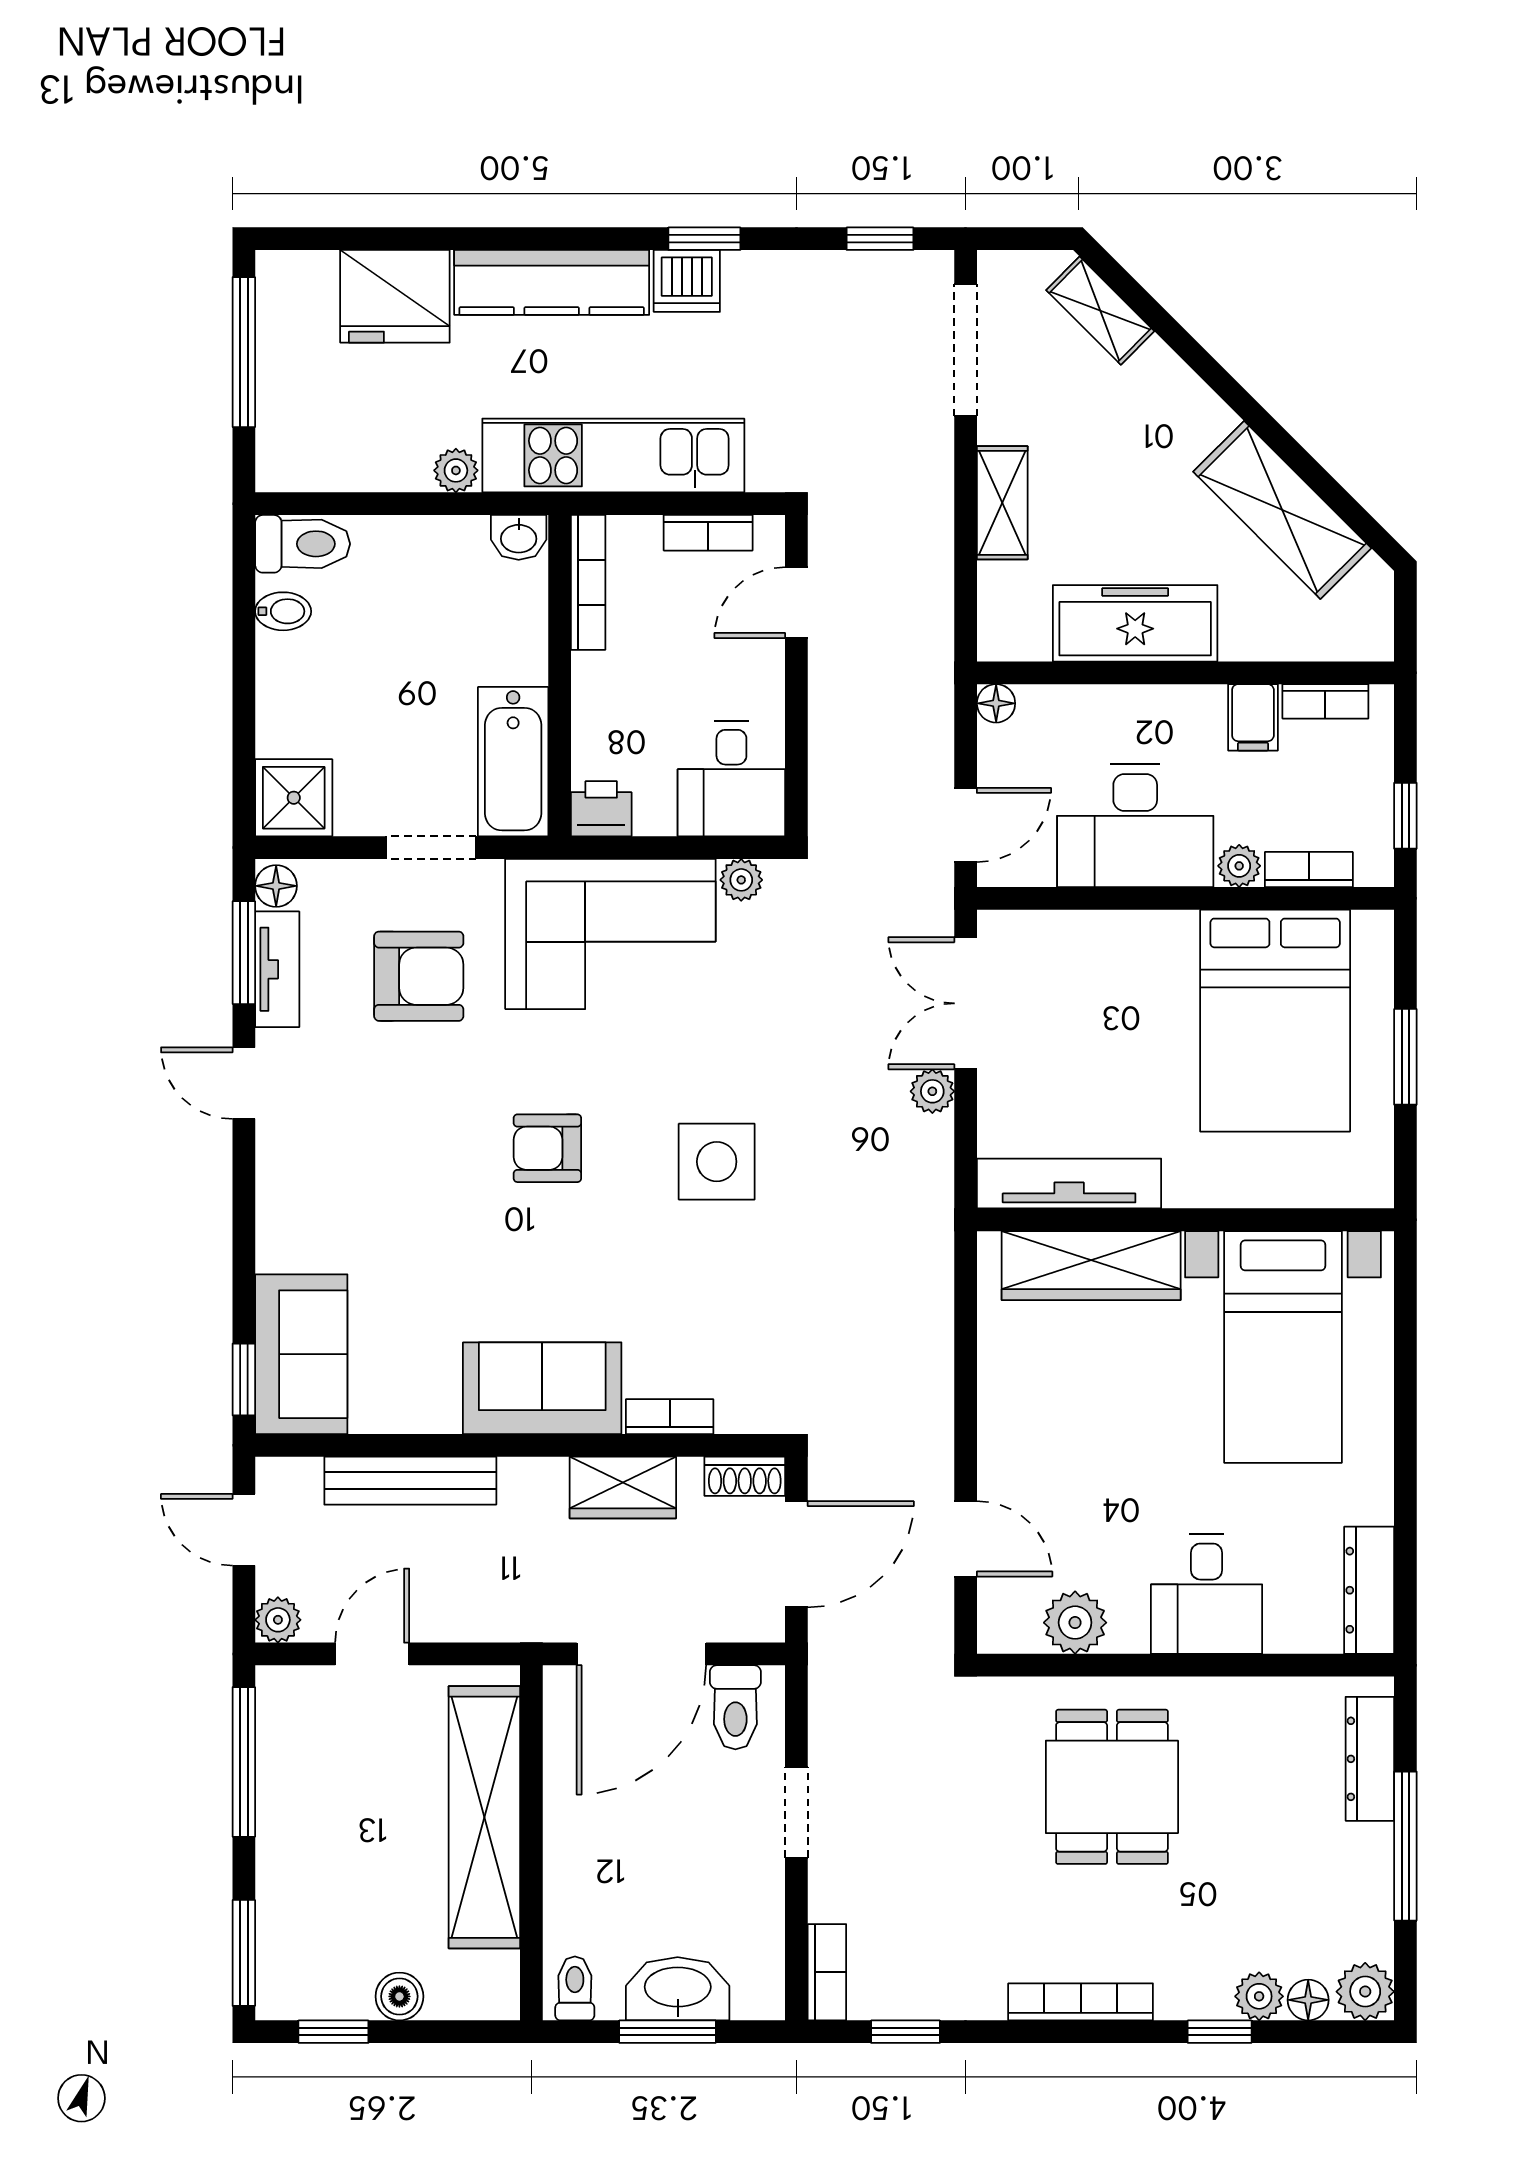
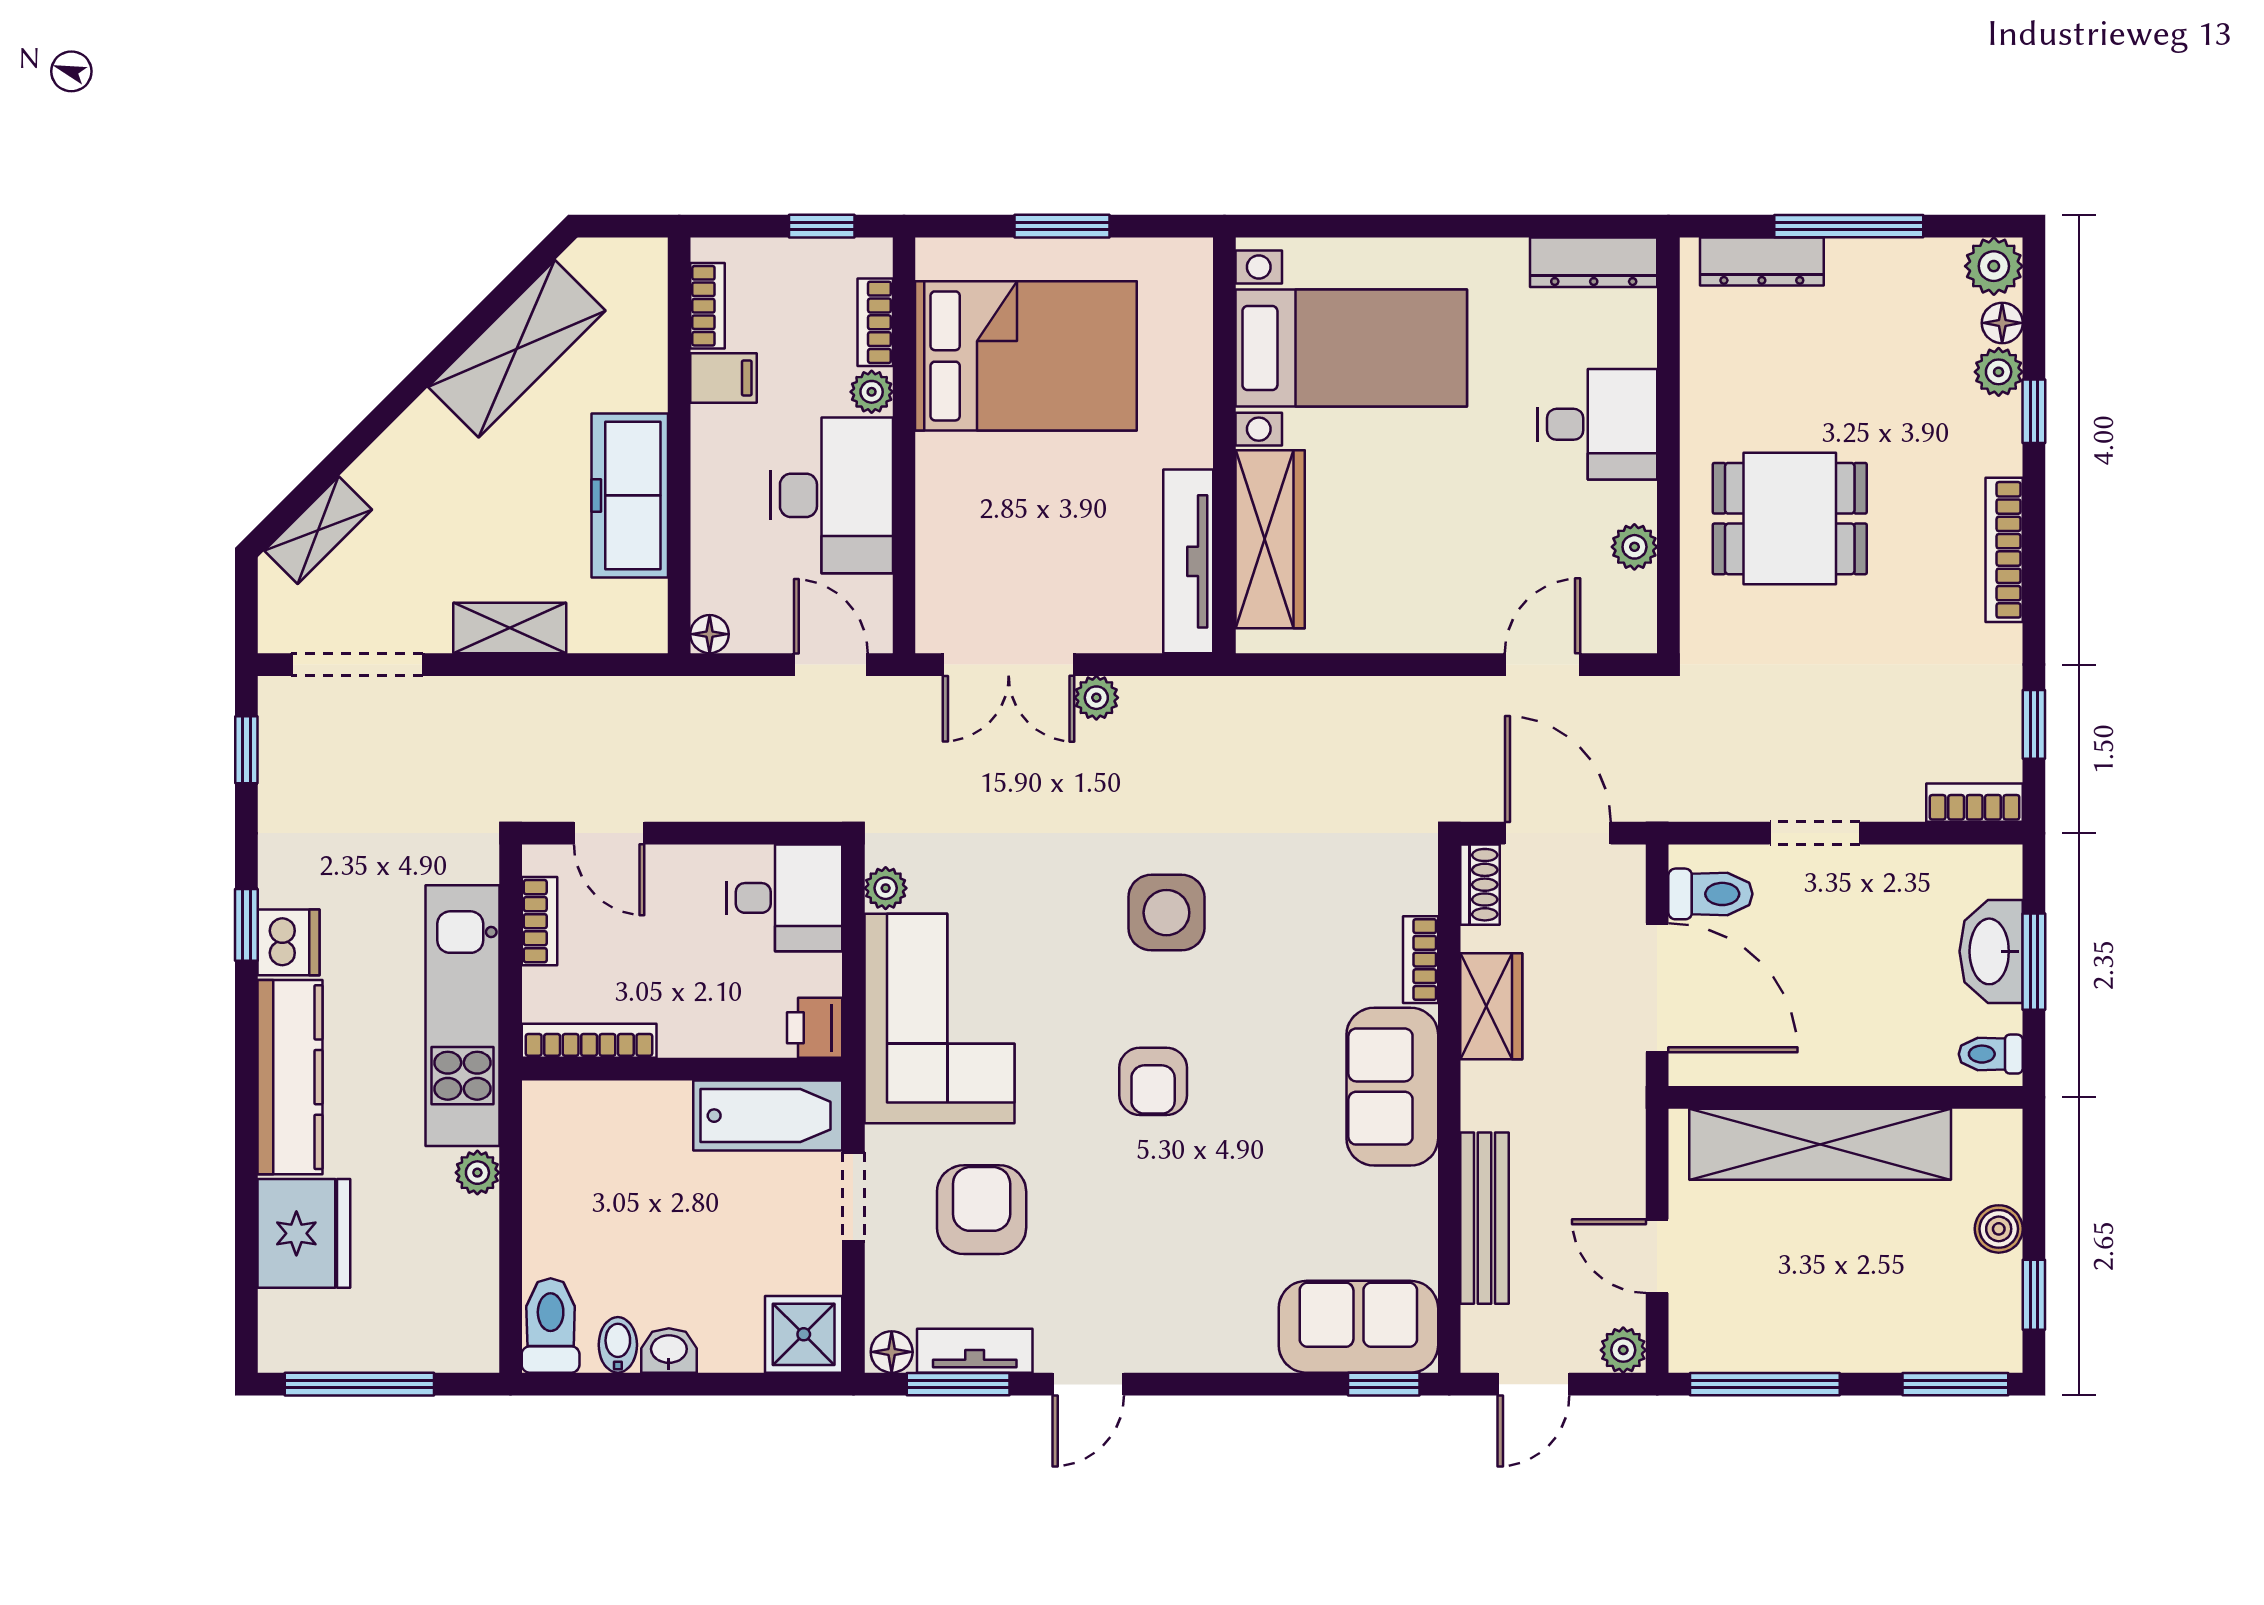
washbasin: (519, 537) -> (669, 1350), moved, turned -90
plant: (1075, 1623) -> (1634, 547), width x0.73, depth x0.73

